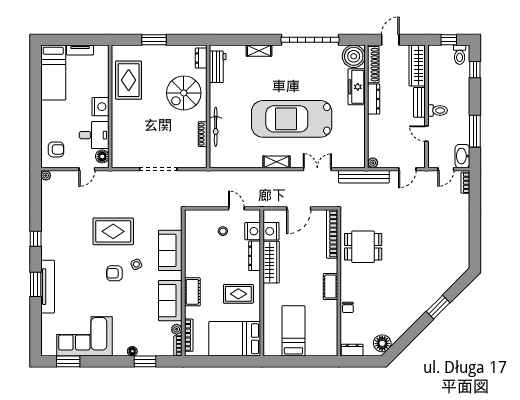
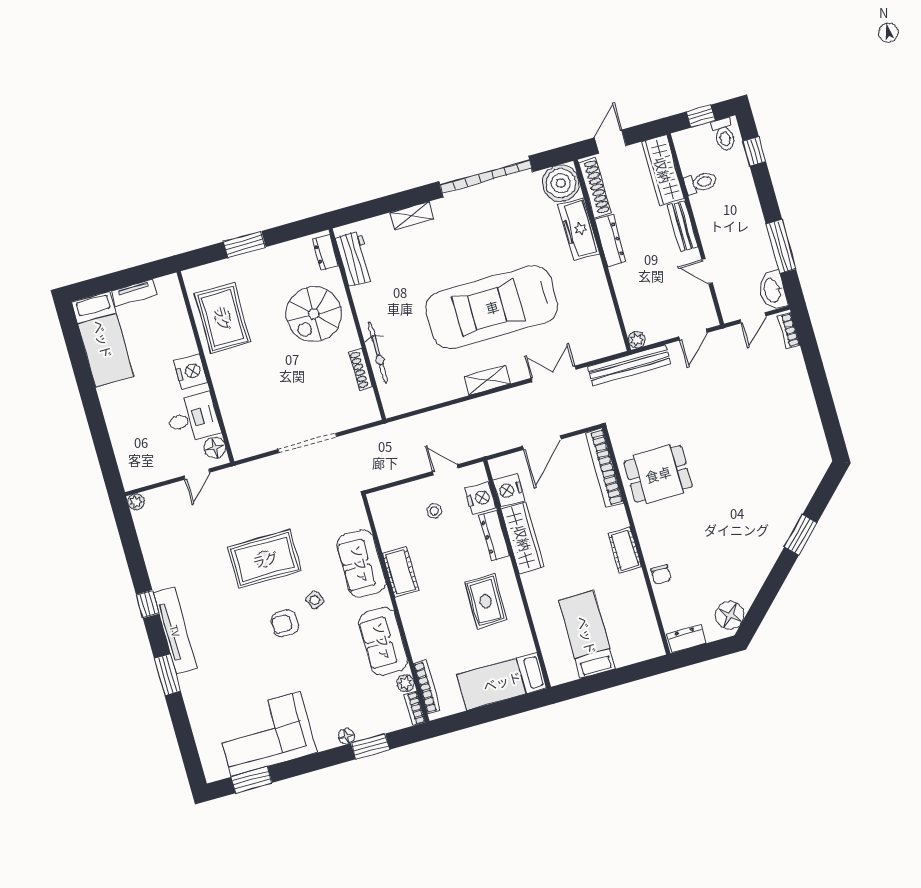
toilet: (437, 110) -> (701, 183), moved
armchair: (56, 149) -> (140, 457), removed
tv unit: (48, 287) -> (175, 631), moved
cot: (192, 292) -> (400, 572), moved
rug: (238, 294) -> (486, 601), turned 90
bed: (235, 339) -> (502, 681), width x0.67

